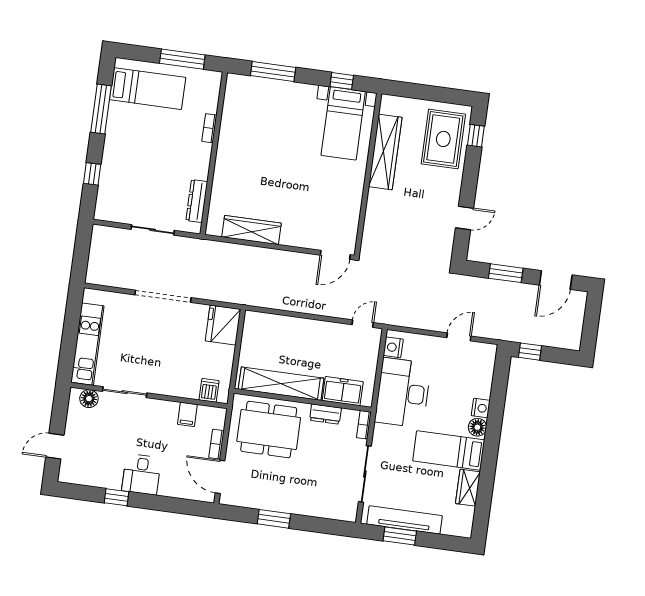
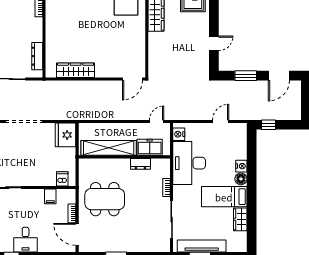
shelving: (281, 384) -> (109, 148), moved
freezer: (343, 391) -> (150, 147), moved
wall: (303, 400) -> (124, 157), moved
dresser: (325, 414) -> (140, 164), moved

